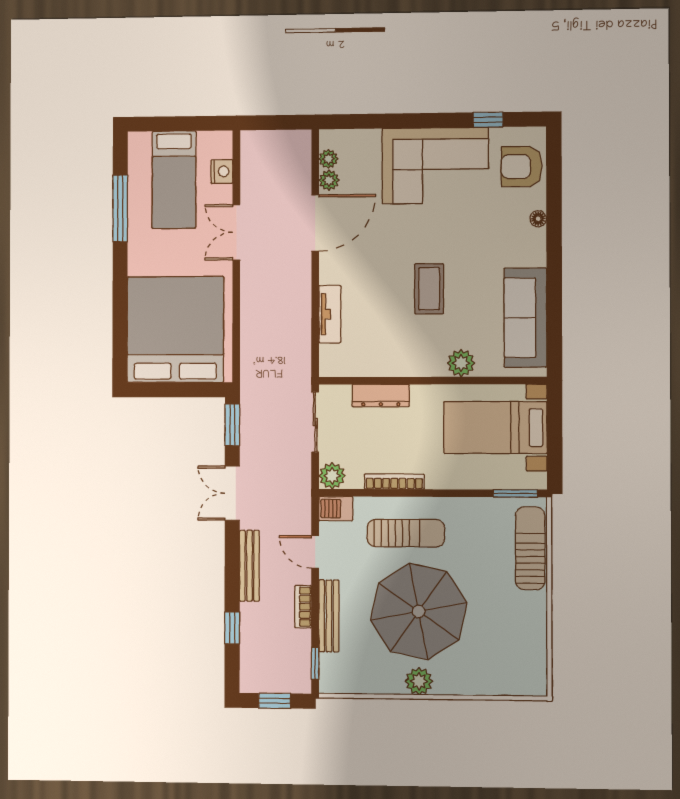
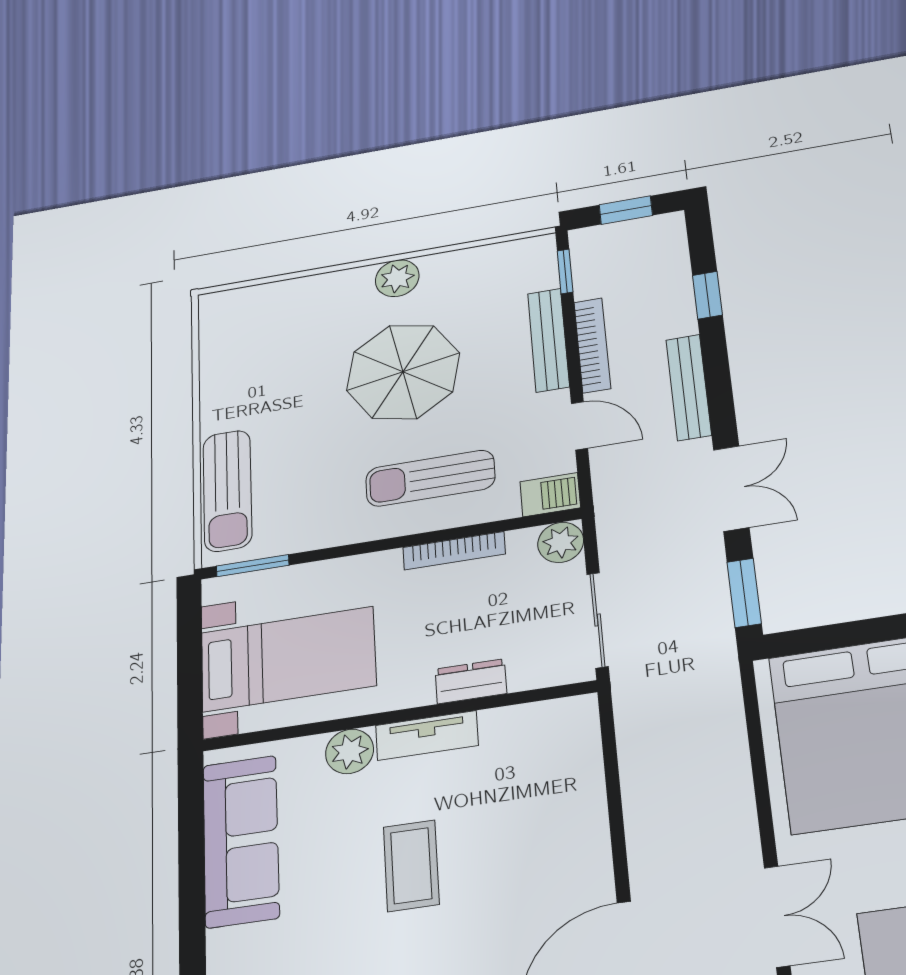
tv unit: (330, 314) -> (427, 735), moved, turned -90
dresser: (381, 396) -> (471, 681), width x0.70
bookcase: (303, 607) -> (592, 345), width x1.56
parasol: (419, 611) -> (403, 372), width x0.73, depth x0.73

